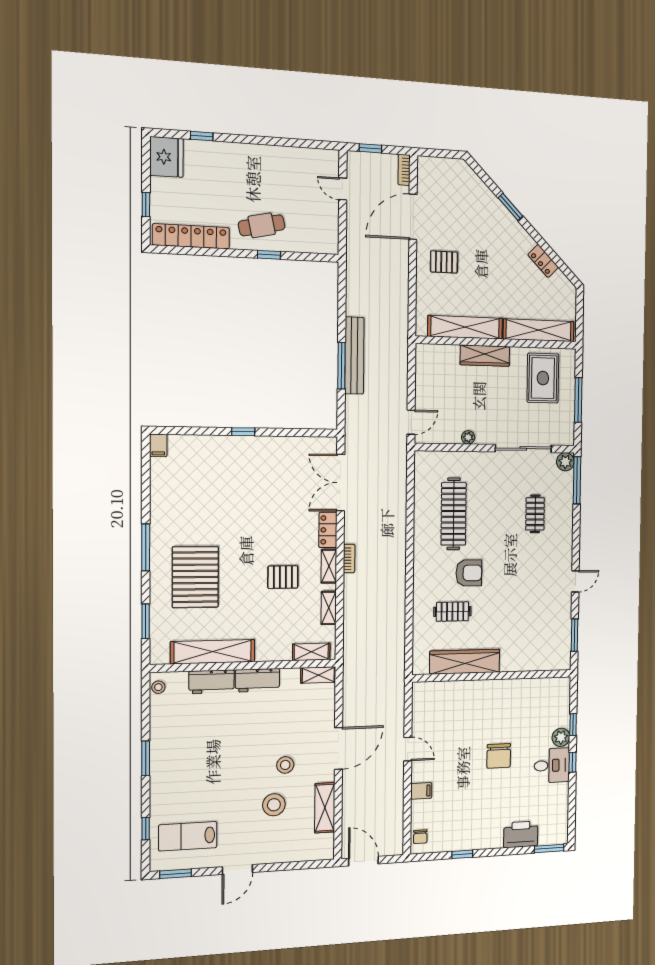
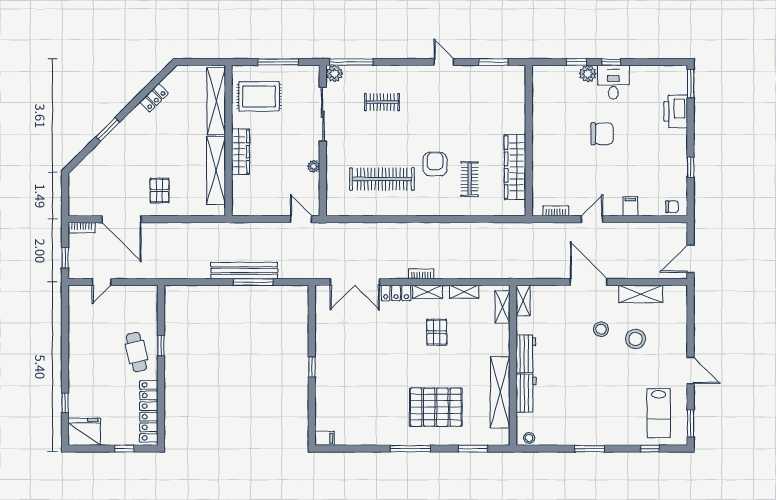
bookcase: (417, 709) -> (556, 211), added

